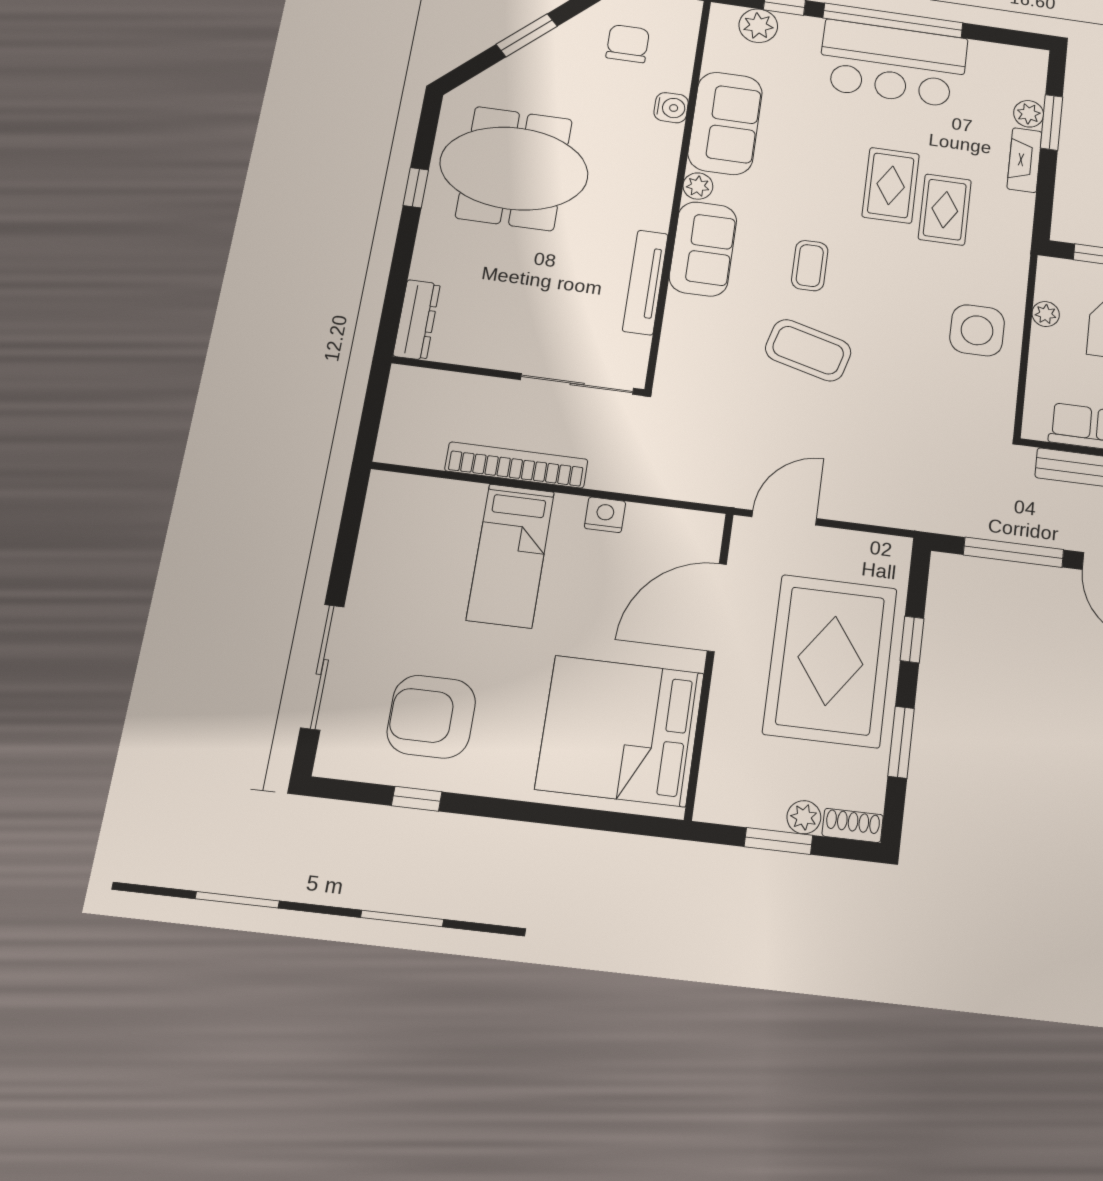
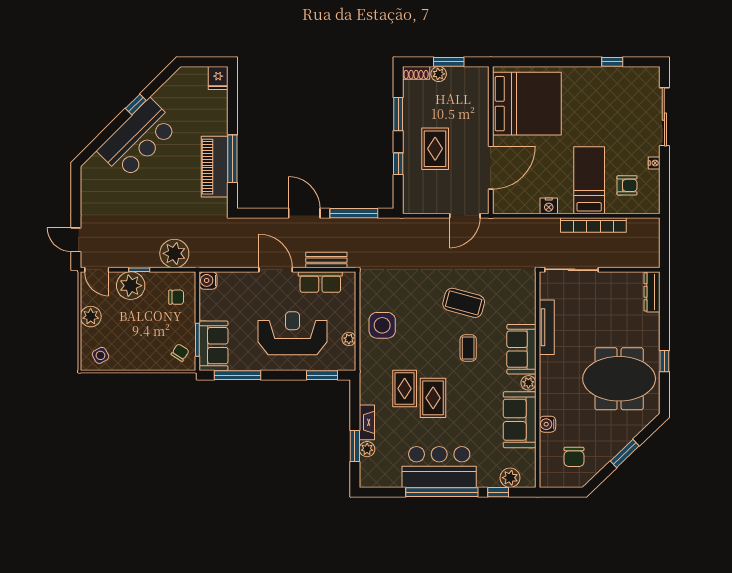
nightstand: (364, 573) -> (654, 163), added
rug: (830, 661) -> (435, 149), width x0.54, depth x0.49
armchair: (431, 717) -> (627, 185), moved, width x0.53, depth x0.53

